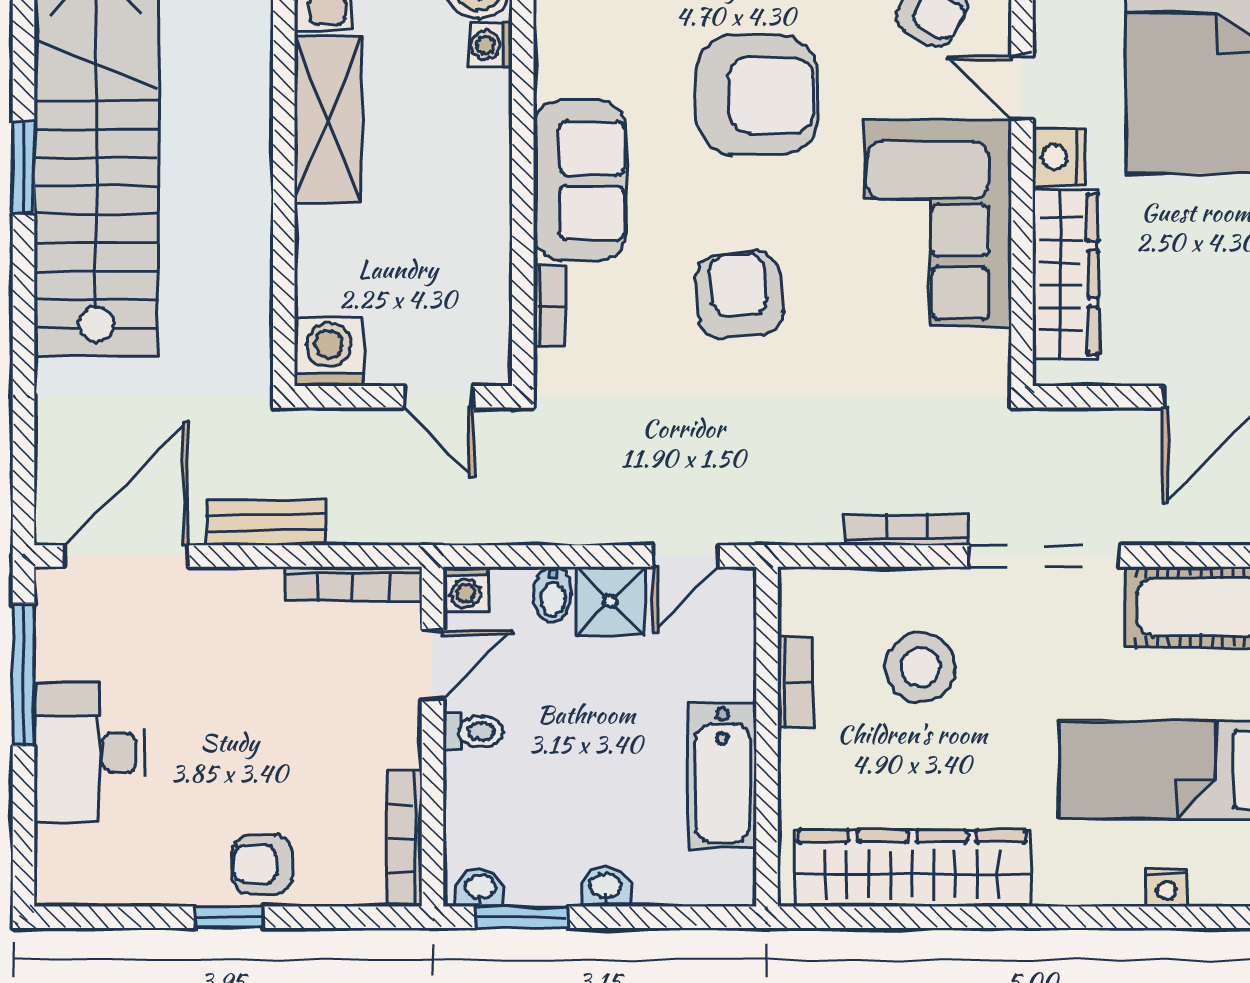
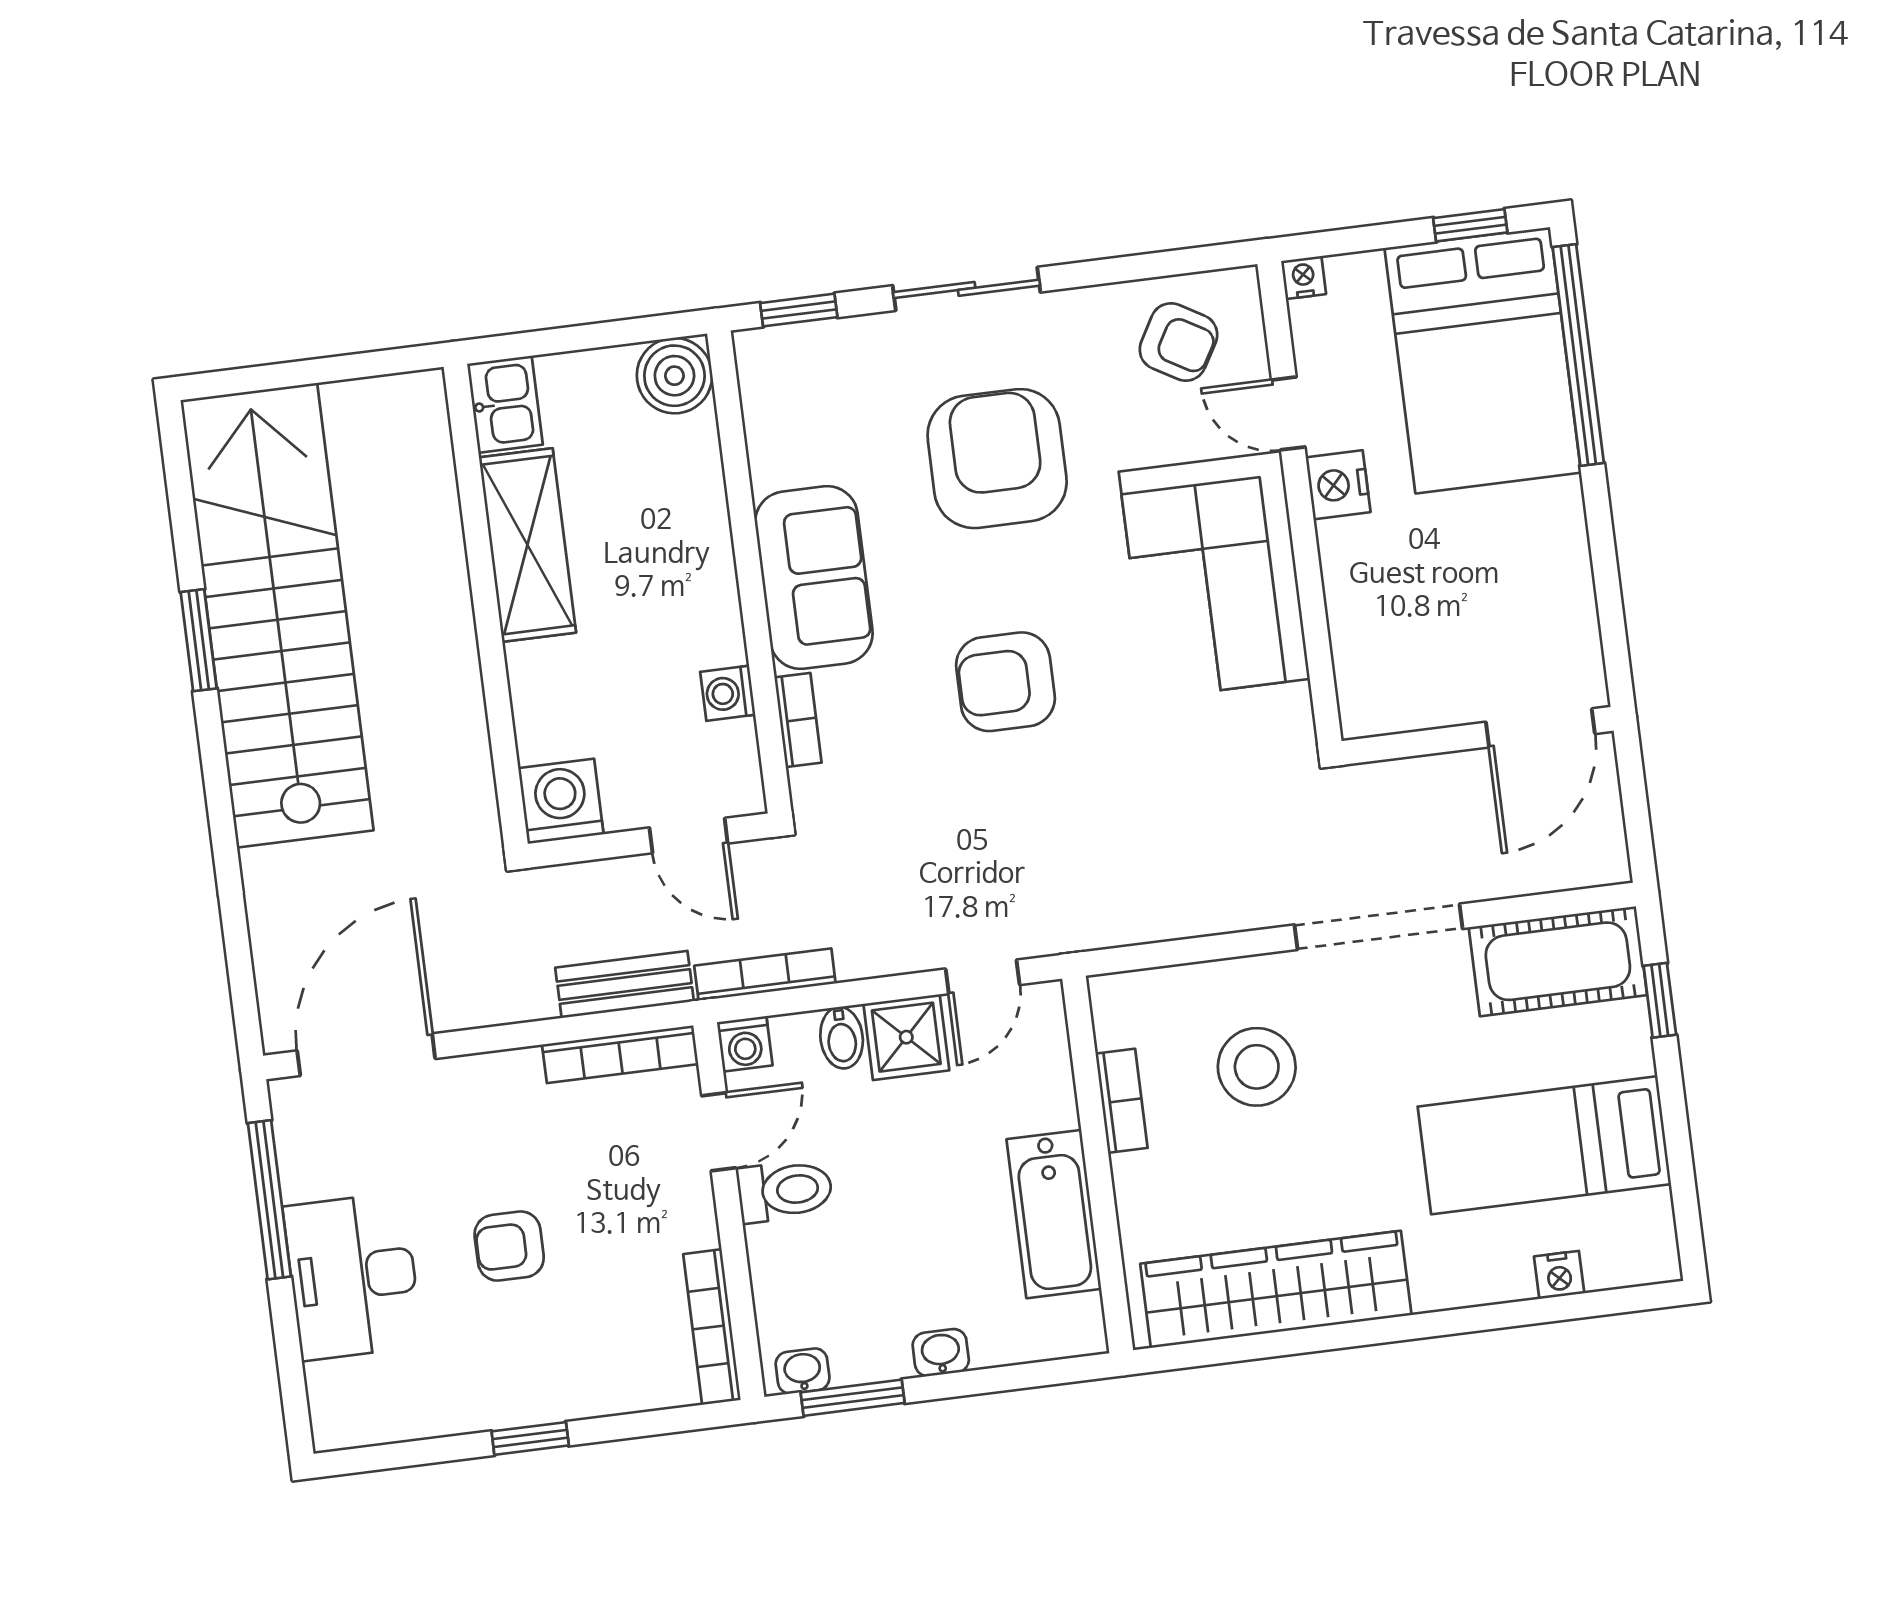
washing machine: (490, 45) -> (728, 693), moved
armchair: (757, 95) -> (997, 459), turned -90
wardrobe: (1065, 274) -> (1362, 613), removed
armchair: (739, 295) -> (1005, 682), turned -85
bench: (266, 523) -> (625, 984), moved
bookcase: (906, 529) -> (765, 975), moved
toilet: (473, 731) -> (785, 1191), width x1.37, depth x1.39
armchair: (262, 864) -> (509, 1246), moved

